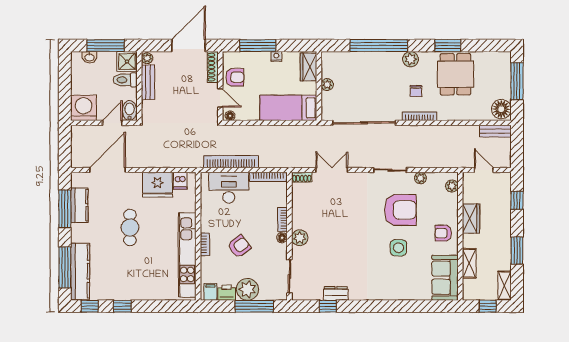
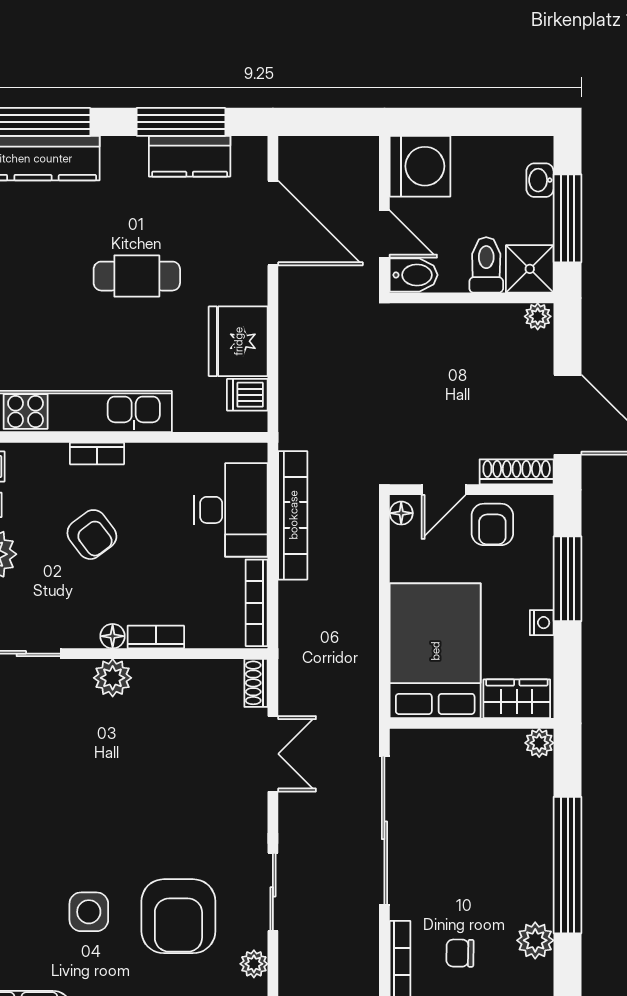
bench: (148, 82) -> (481, 319), removed
plant: (327, 85) -> (539, 743), moved
bed: (288, 108) -> (435, 651), width x1.50

